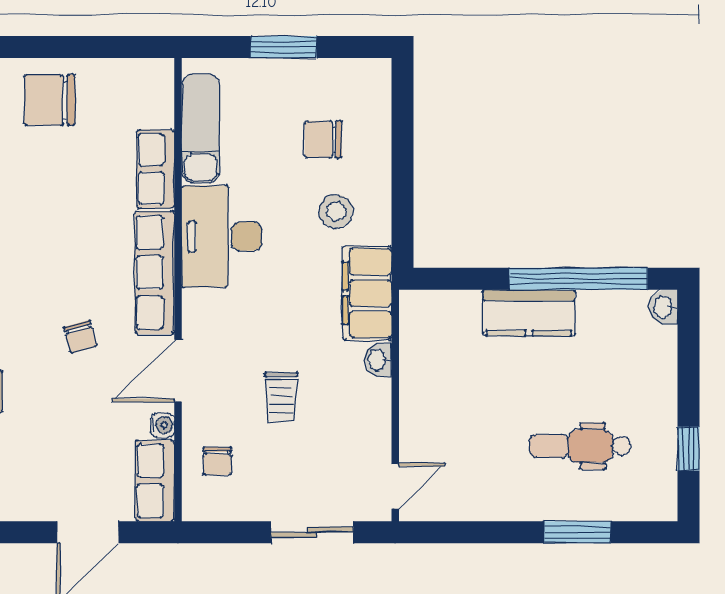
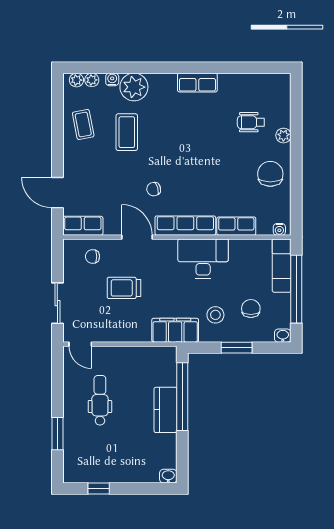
window: (284, 47) -> (296, 289), width x2.11
exam couch: (201, 128) -> (282, 266), moved, turned 90
window: (402, 168) -> (237, 348), added
window: (578, 279) -> (182, 397), moved
washbasin: (378, 360) -> (283, 336), moved
trolley: (281, 397) -> (124, 288), width x1.36, depth x1.39
water cooler: (162, 425) -> (279, 229), moved
dental chair: (580, 446) -> (100, 400), moved

